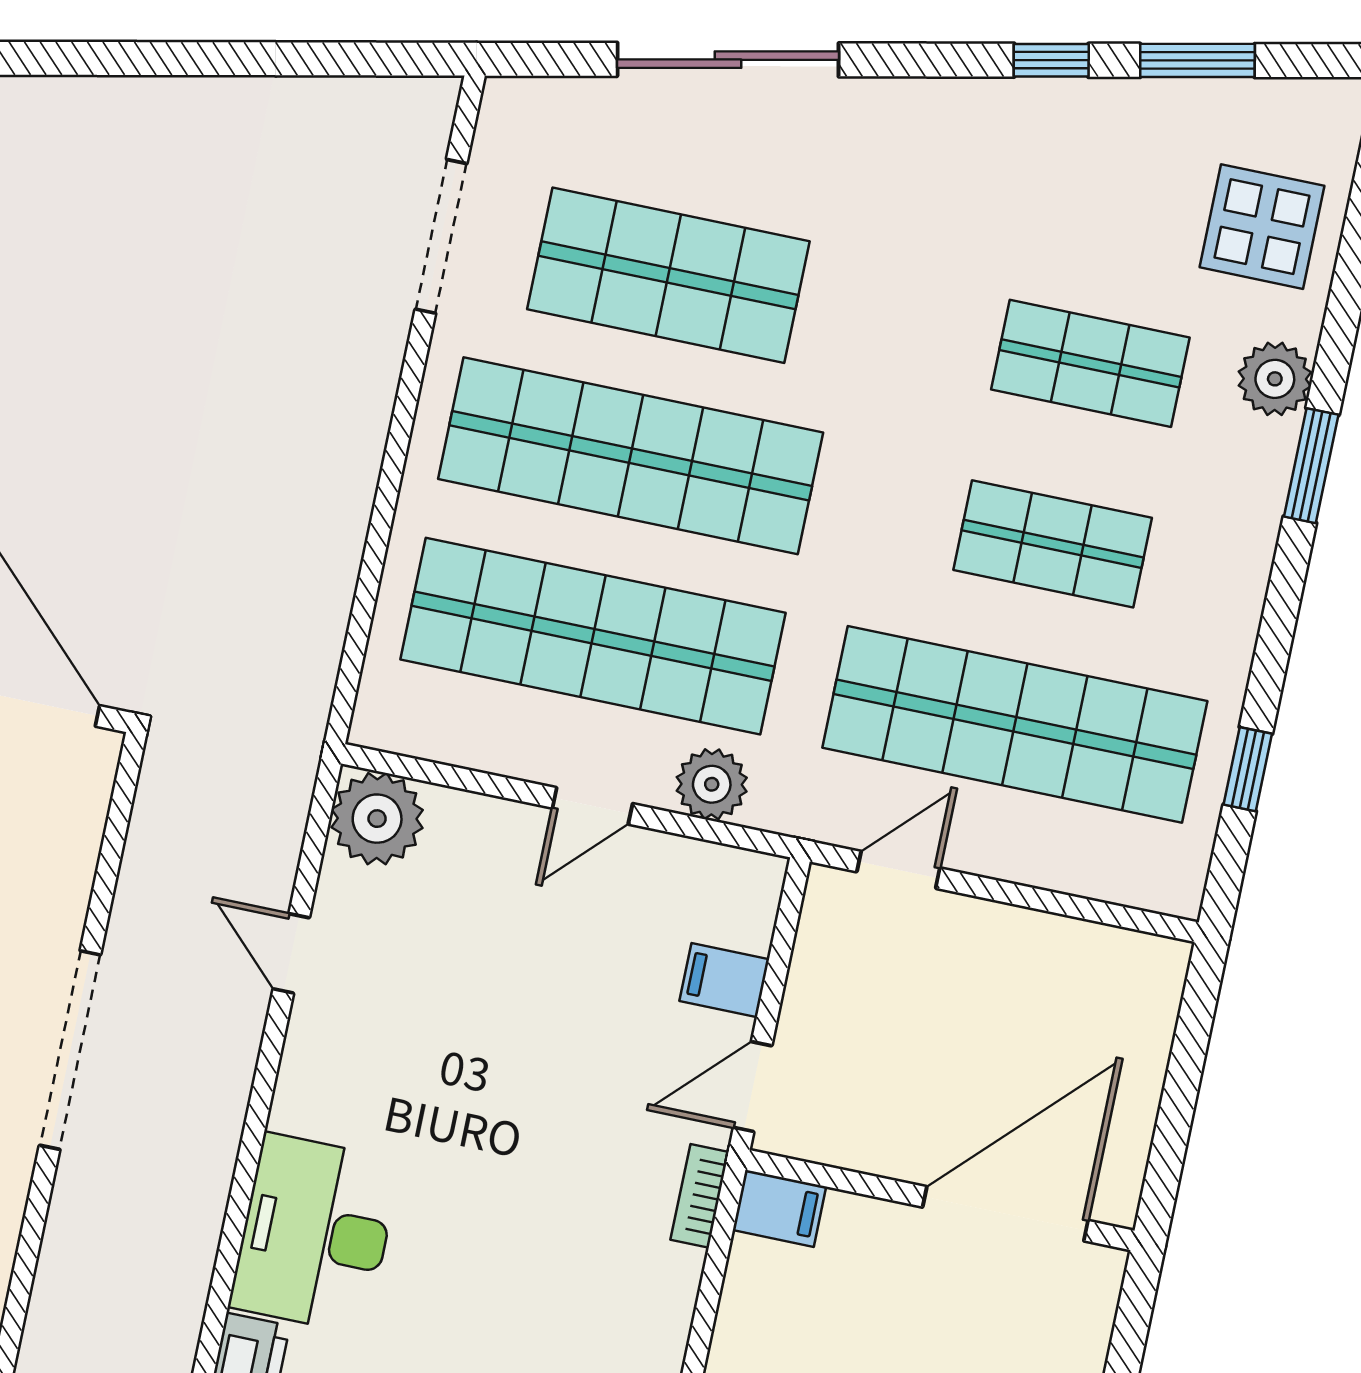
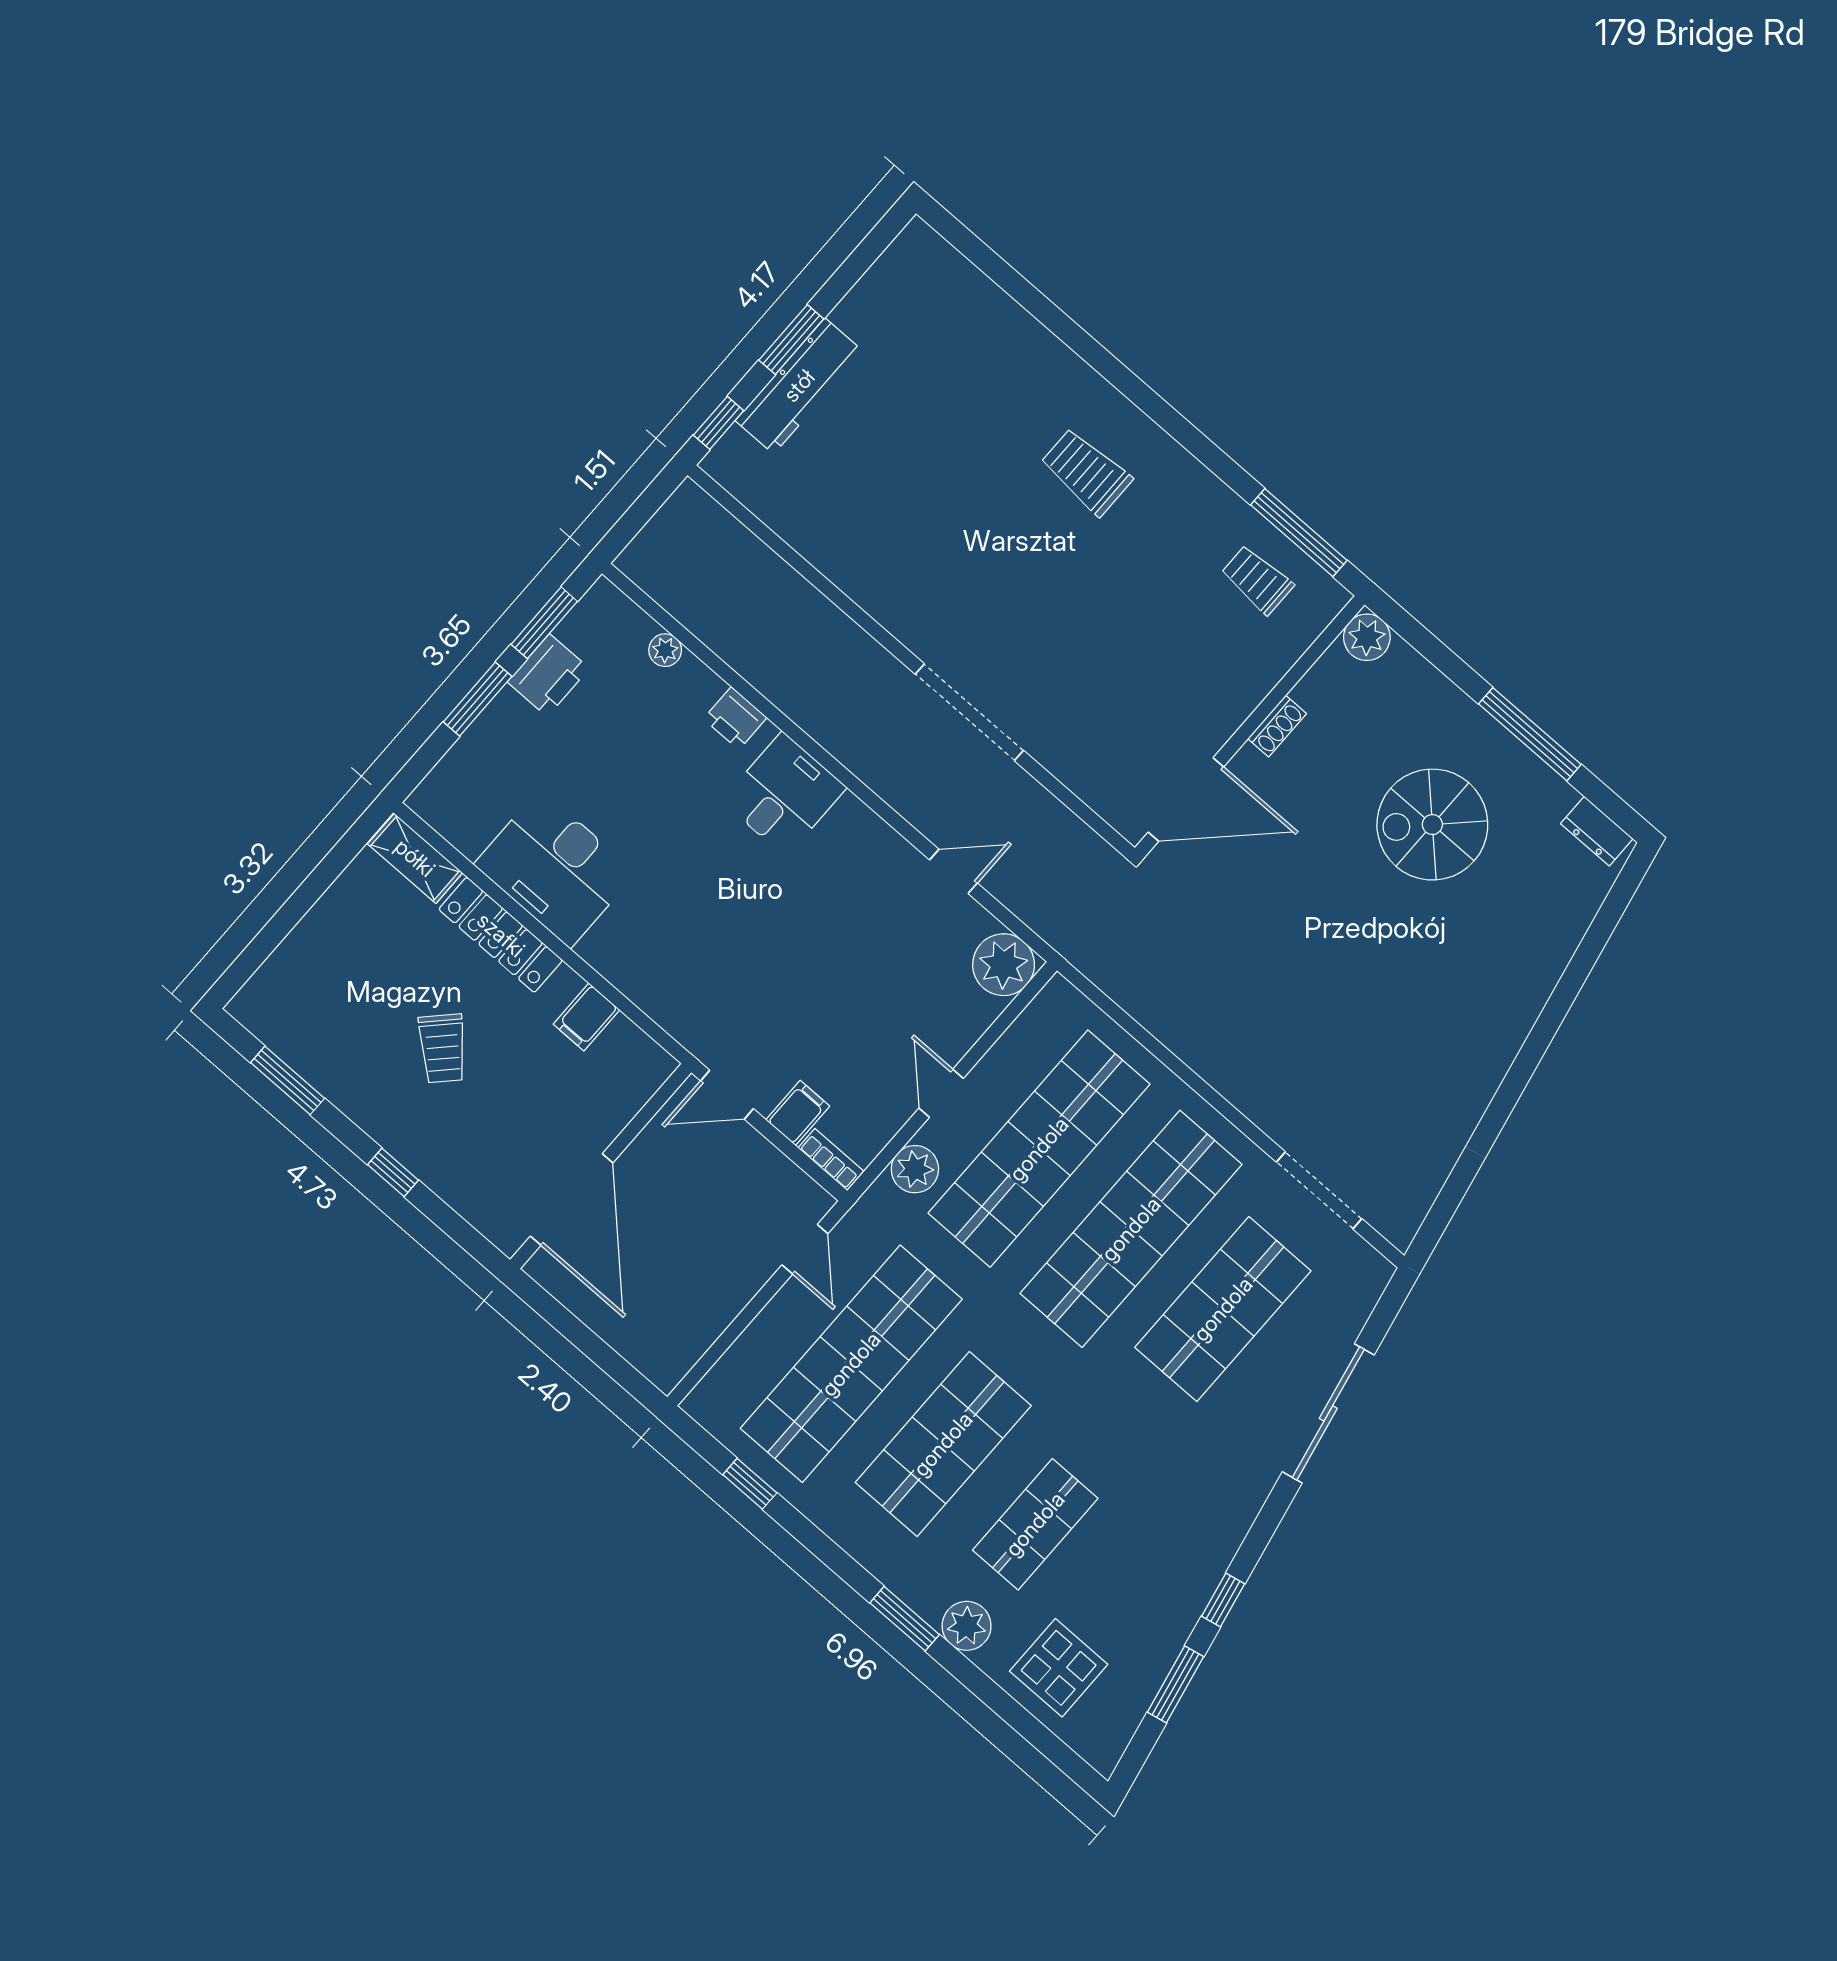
shop shelf: (1053, 544) -> (943, 1444), width x1.43, depth x1.36
door: (753, 1087) -> (727, 1095), swing flipped
bookcase: (700, 1196) -> (831, 1159), moved
filing cabinet: (779, 1208) -> (586, 1017), moved
desk: (315, 1234) -> (784, 794), width x0.73

